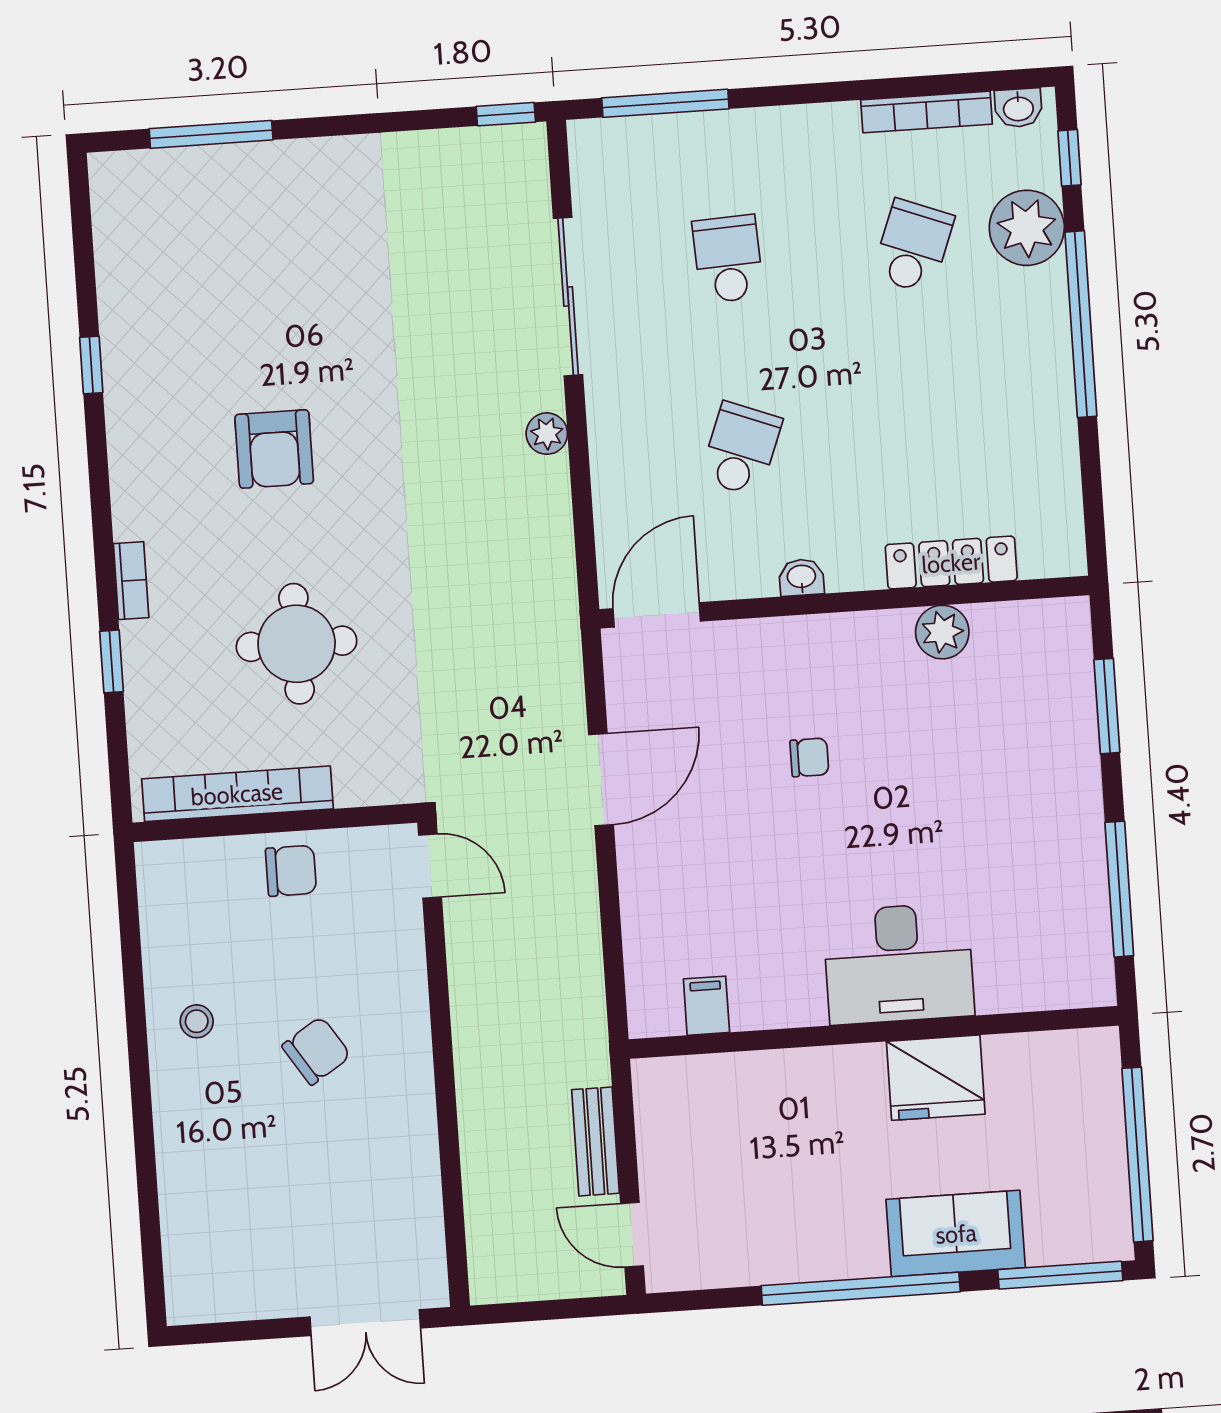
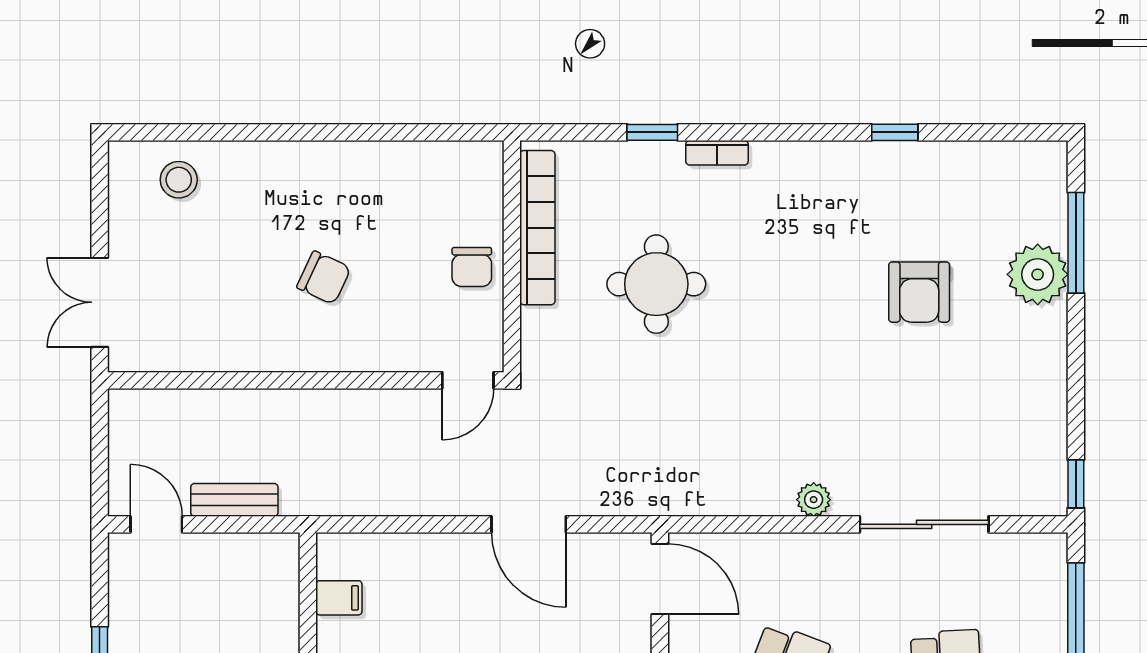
plant: (253, 179) -> (1038, 274), added
armchair: (274, 449) -> (919, 292), moved, turned -90
stool: (197, 1021) -> (179, 180), moved, width x1.37, depth x1.37
chair: (316, 1051) -> (324, 278), turned -32
door: (632, 1235) -> (156, 524), hinge flipped

